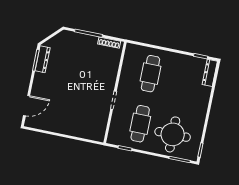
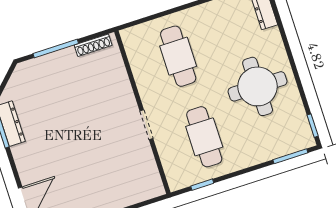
round table: (173, 134) -> (258, 86), moved

